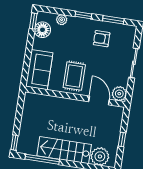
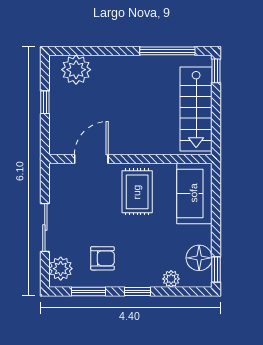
plant: (119, 94) -> (61, 269), moved
door: (99, 100) -> (91, 159), swing flipped
stairs: (64, 150) -> (196, 109), moved, turned 90

